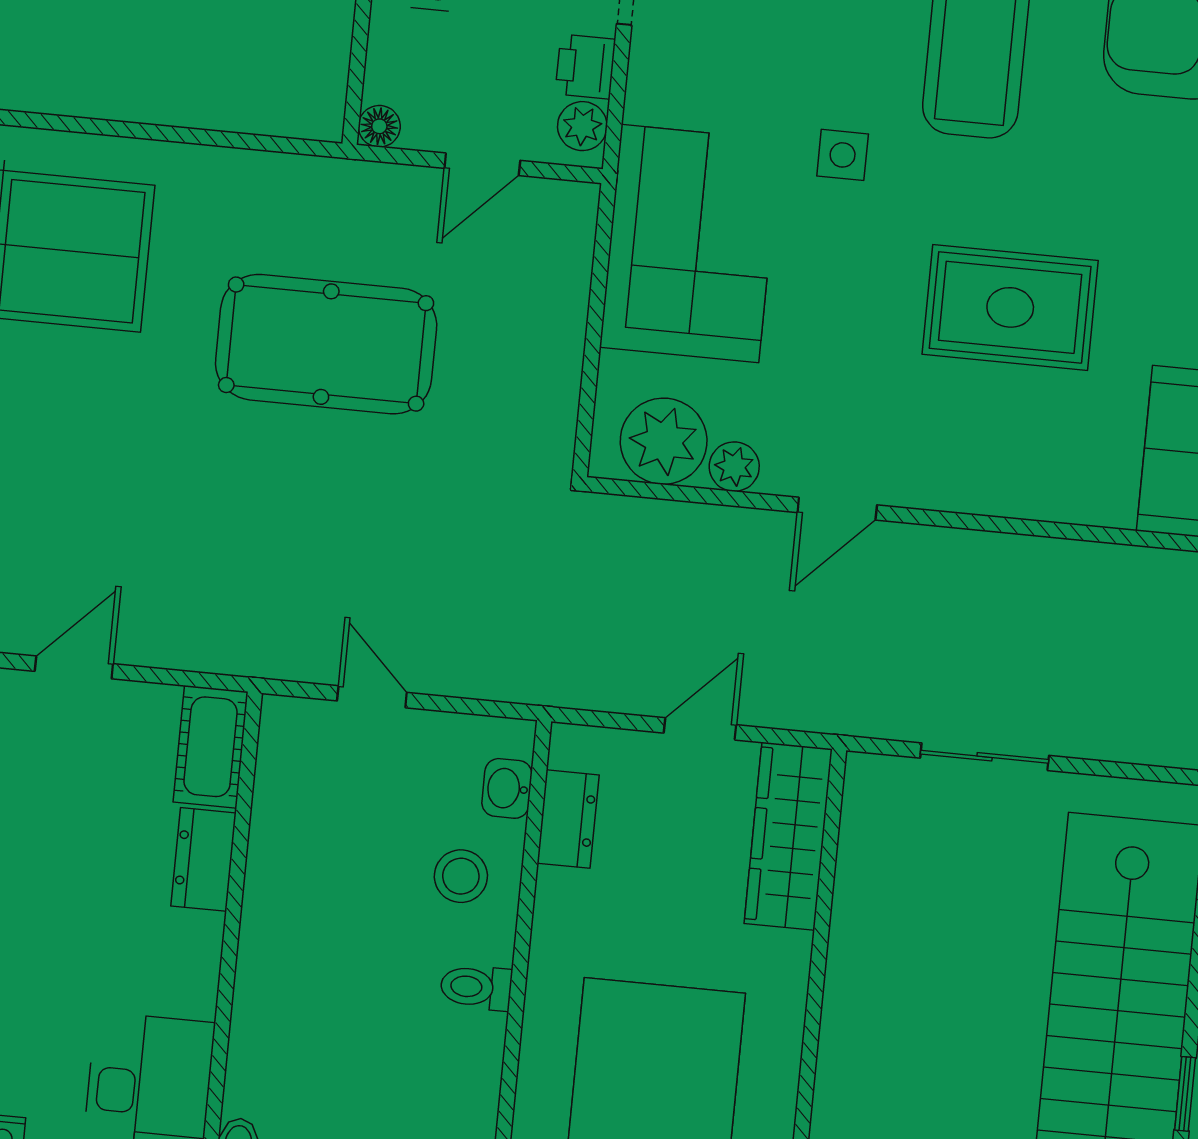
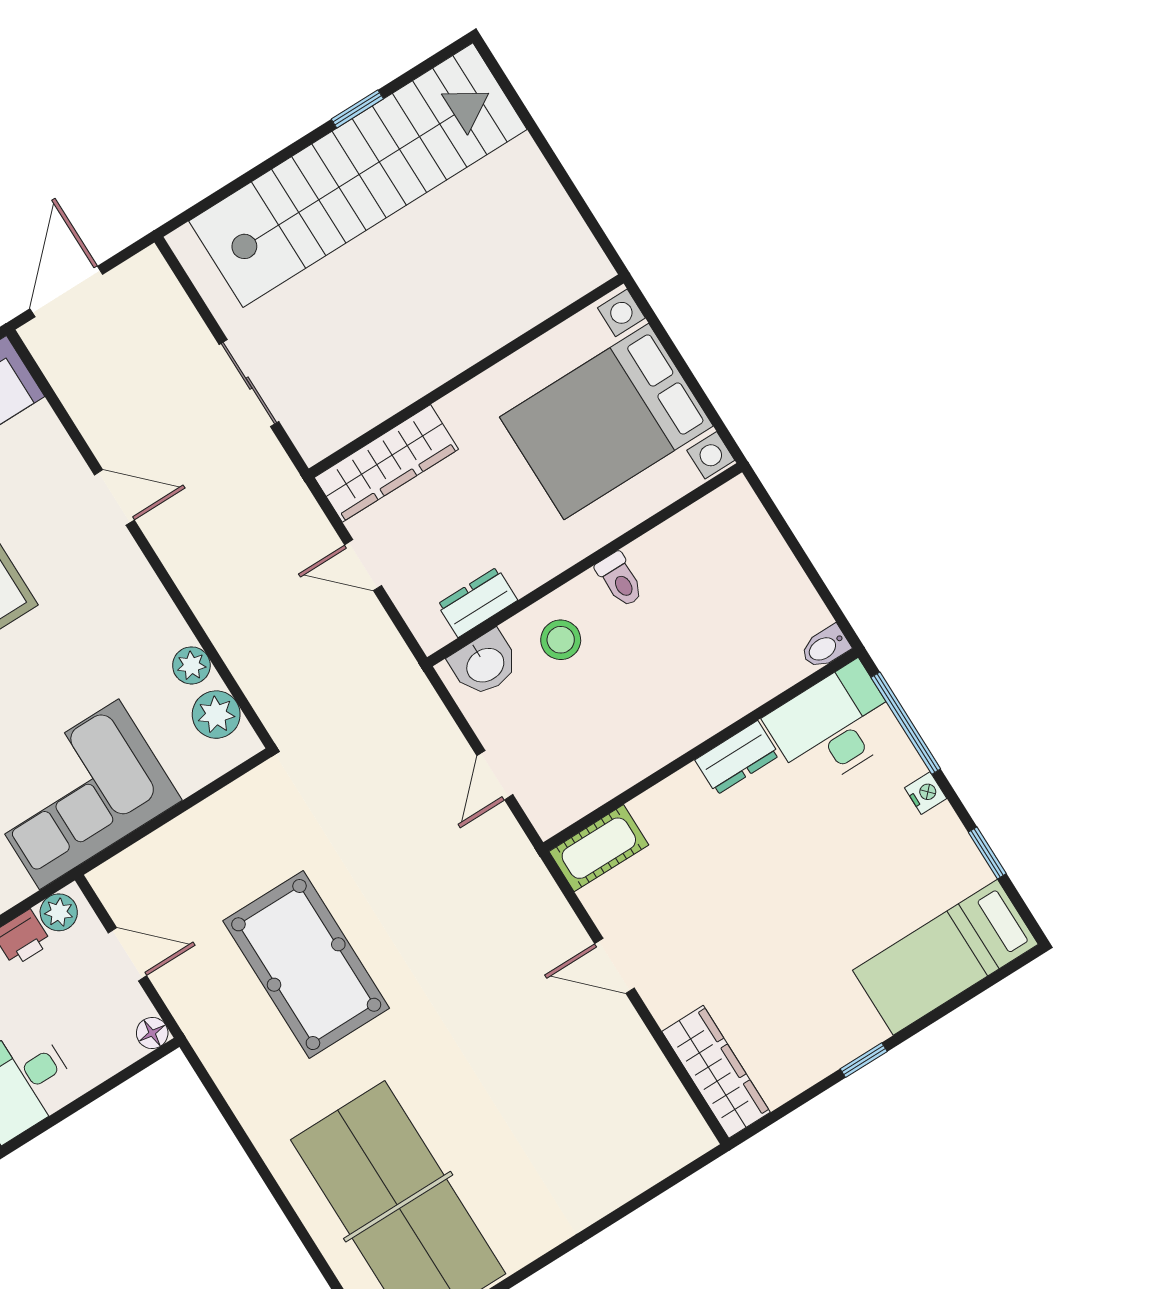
plant: (664, 441) -> (216, 715), width x0.73, depth x0.73
door: (837, 509) -> (114, 497), moved
washbasin: (507, 788) -> (484, 664), width x1.38, depth x1.45
dresser: (204, 859) -> (737, 758), moved

